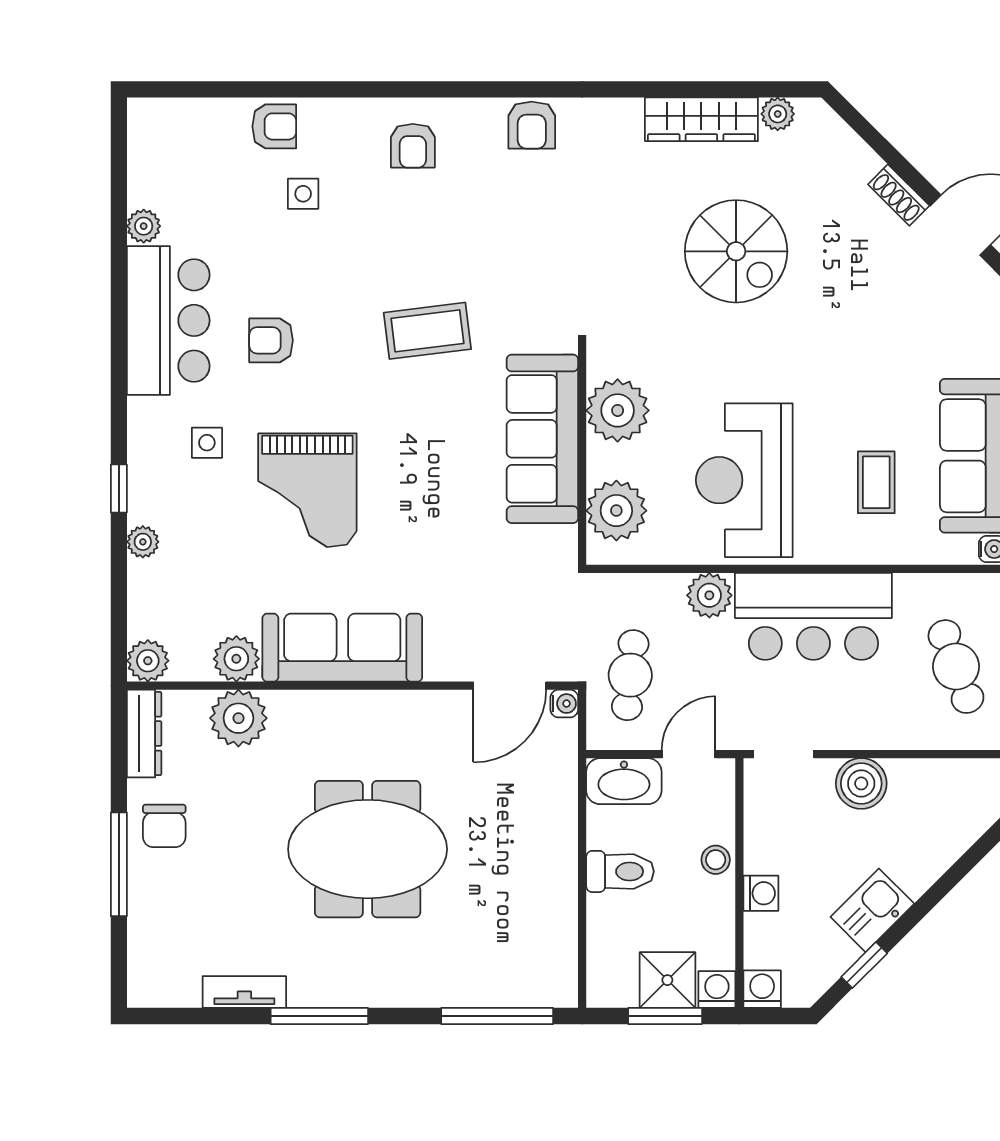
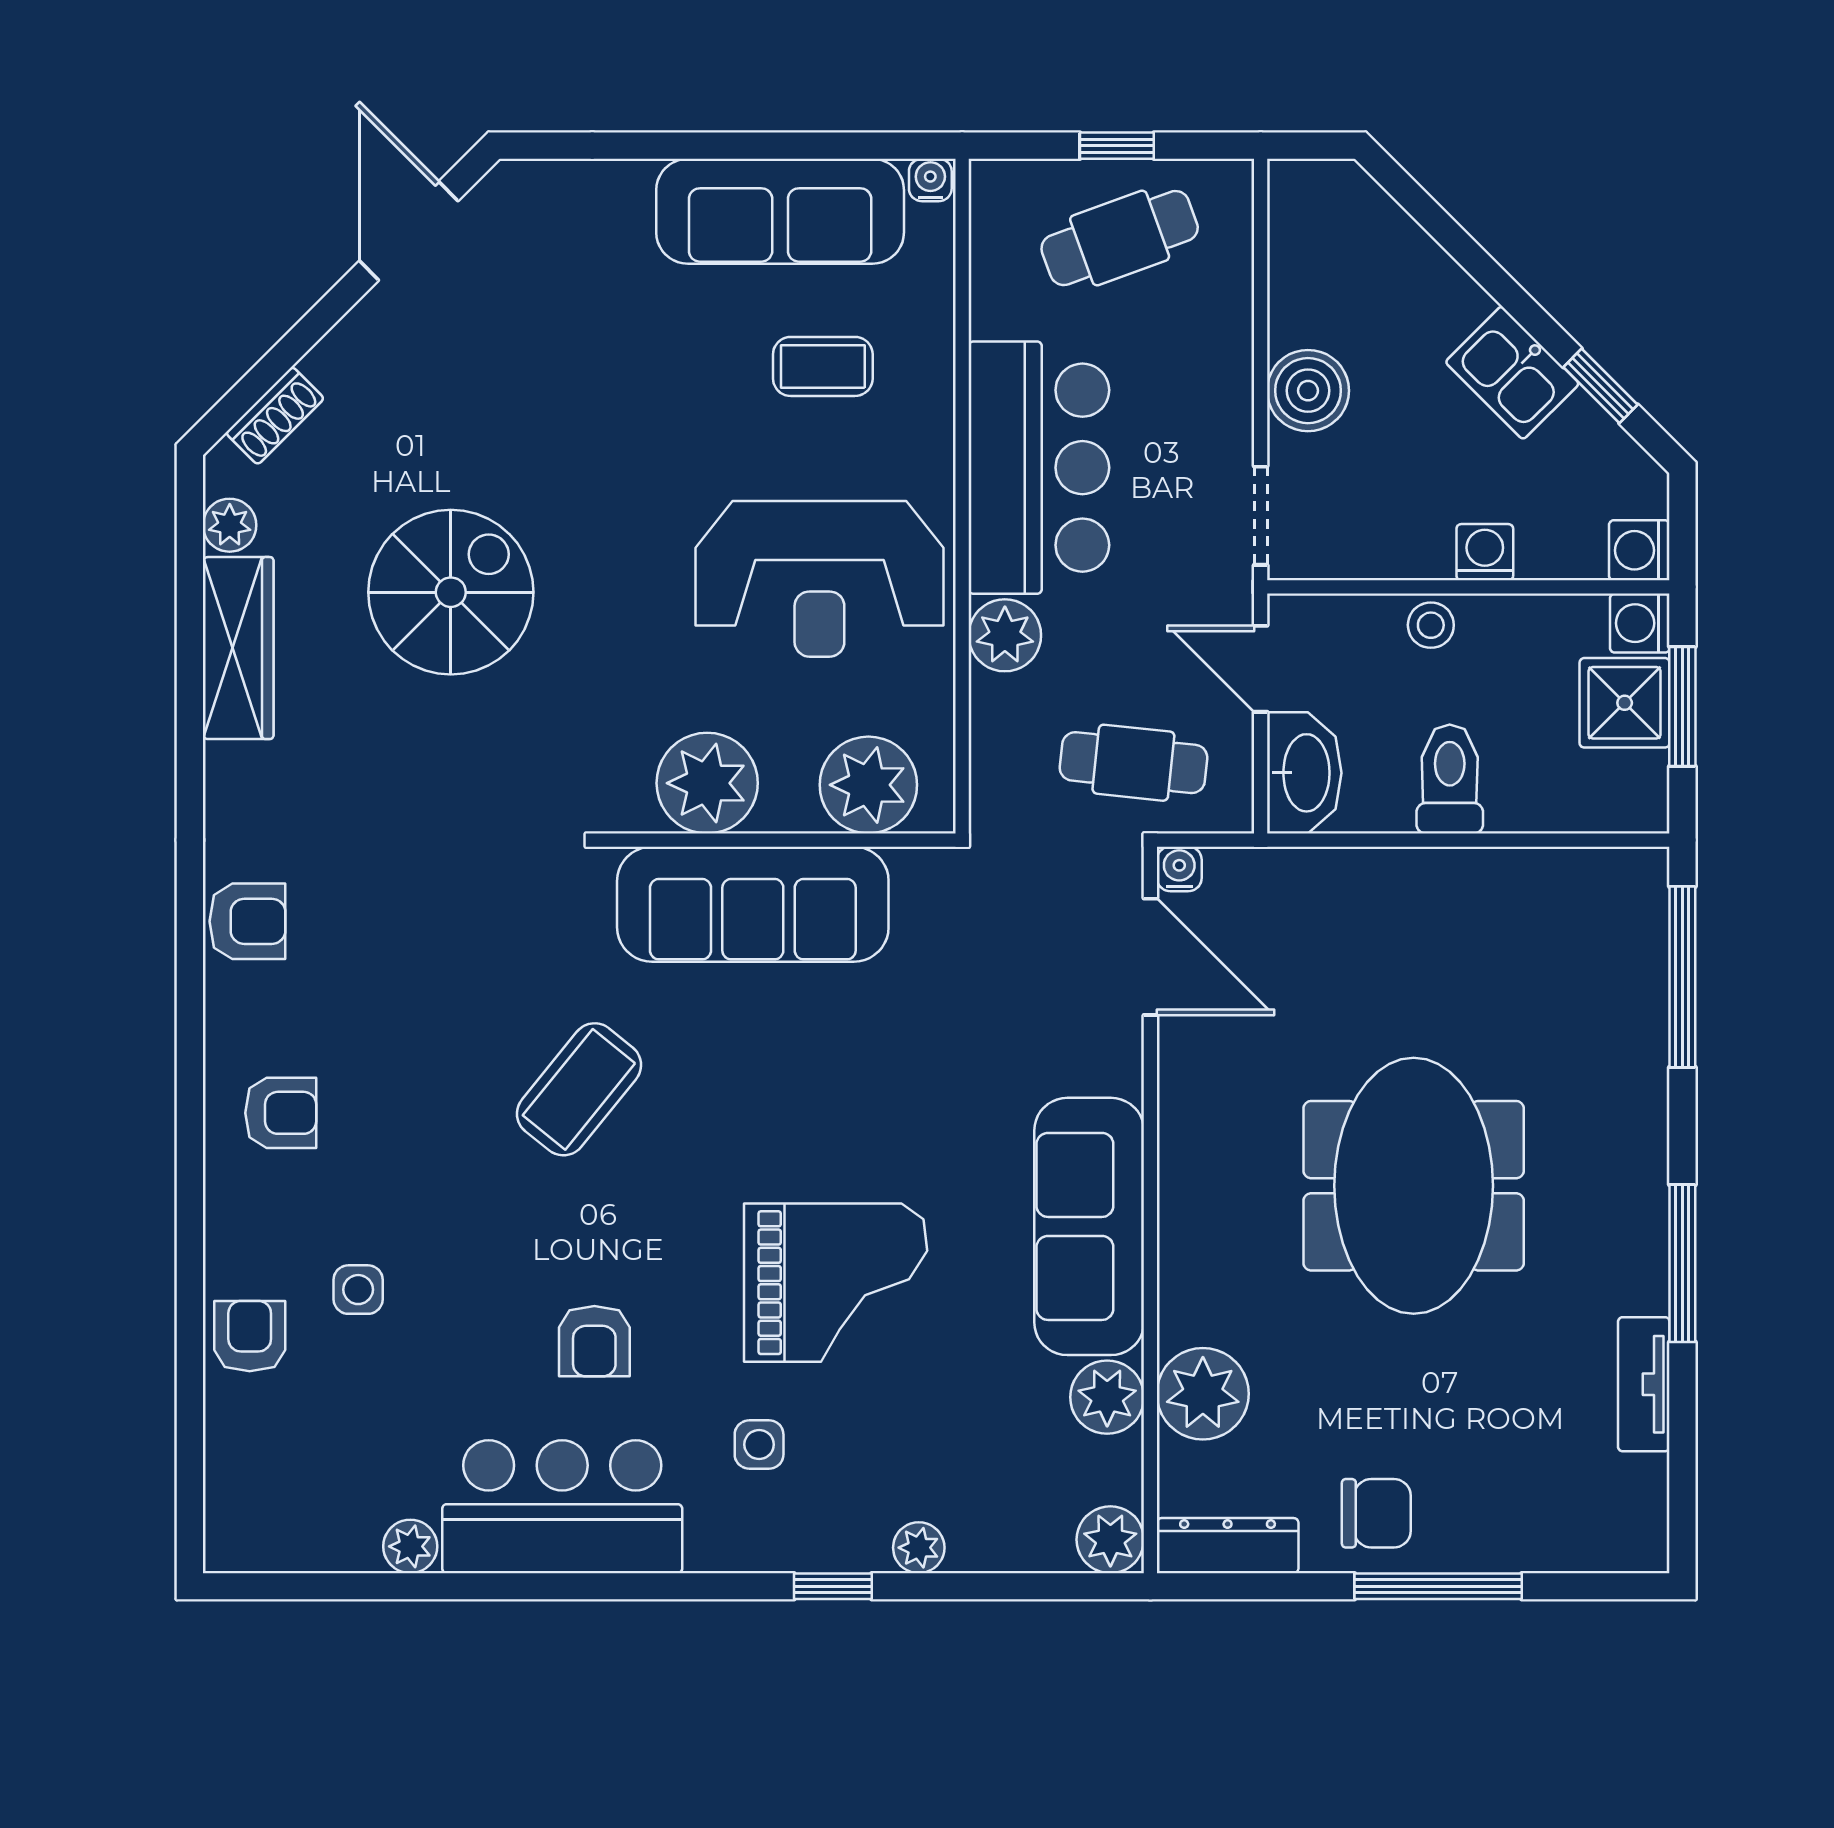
shoe rack: (899, 195) -> (275, 416), moved
coffee table: (427, 331) -> (579, 1089), turned 46

